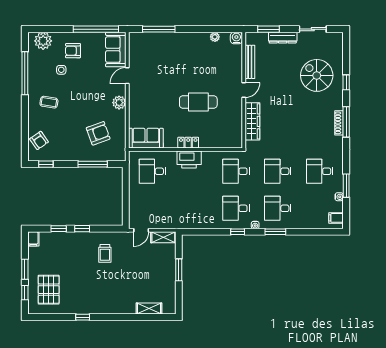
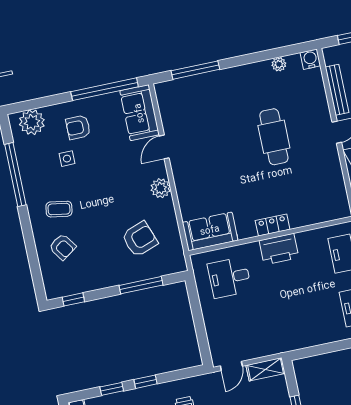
cafe table: (198, 102) -> (274, 137), moved, turned 90
armchair: (39, 140) -> (63, 247), moved

